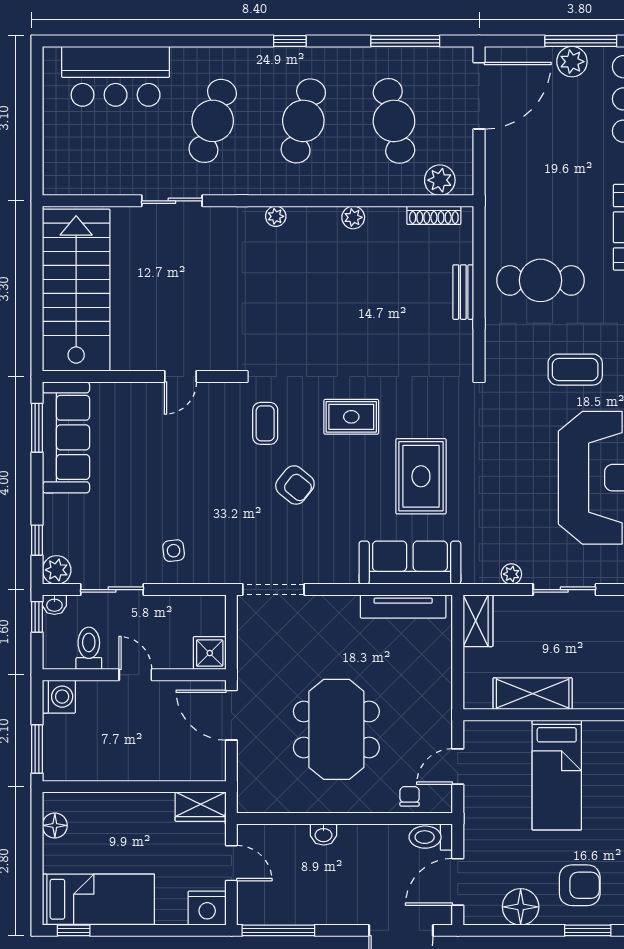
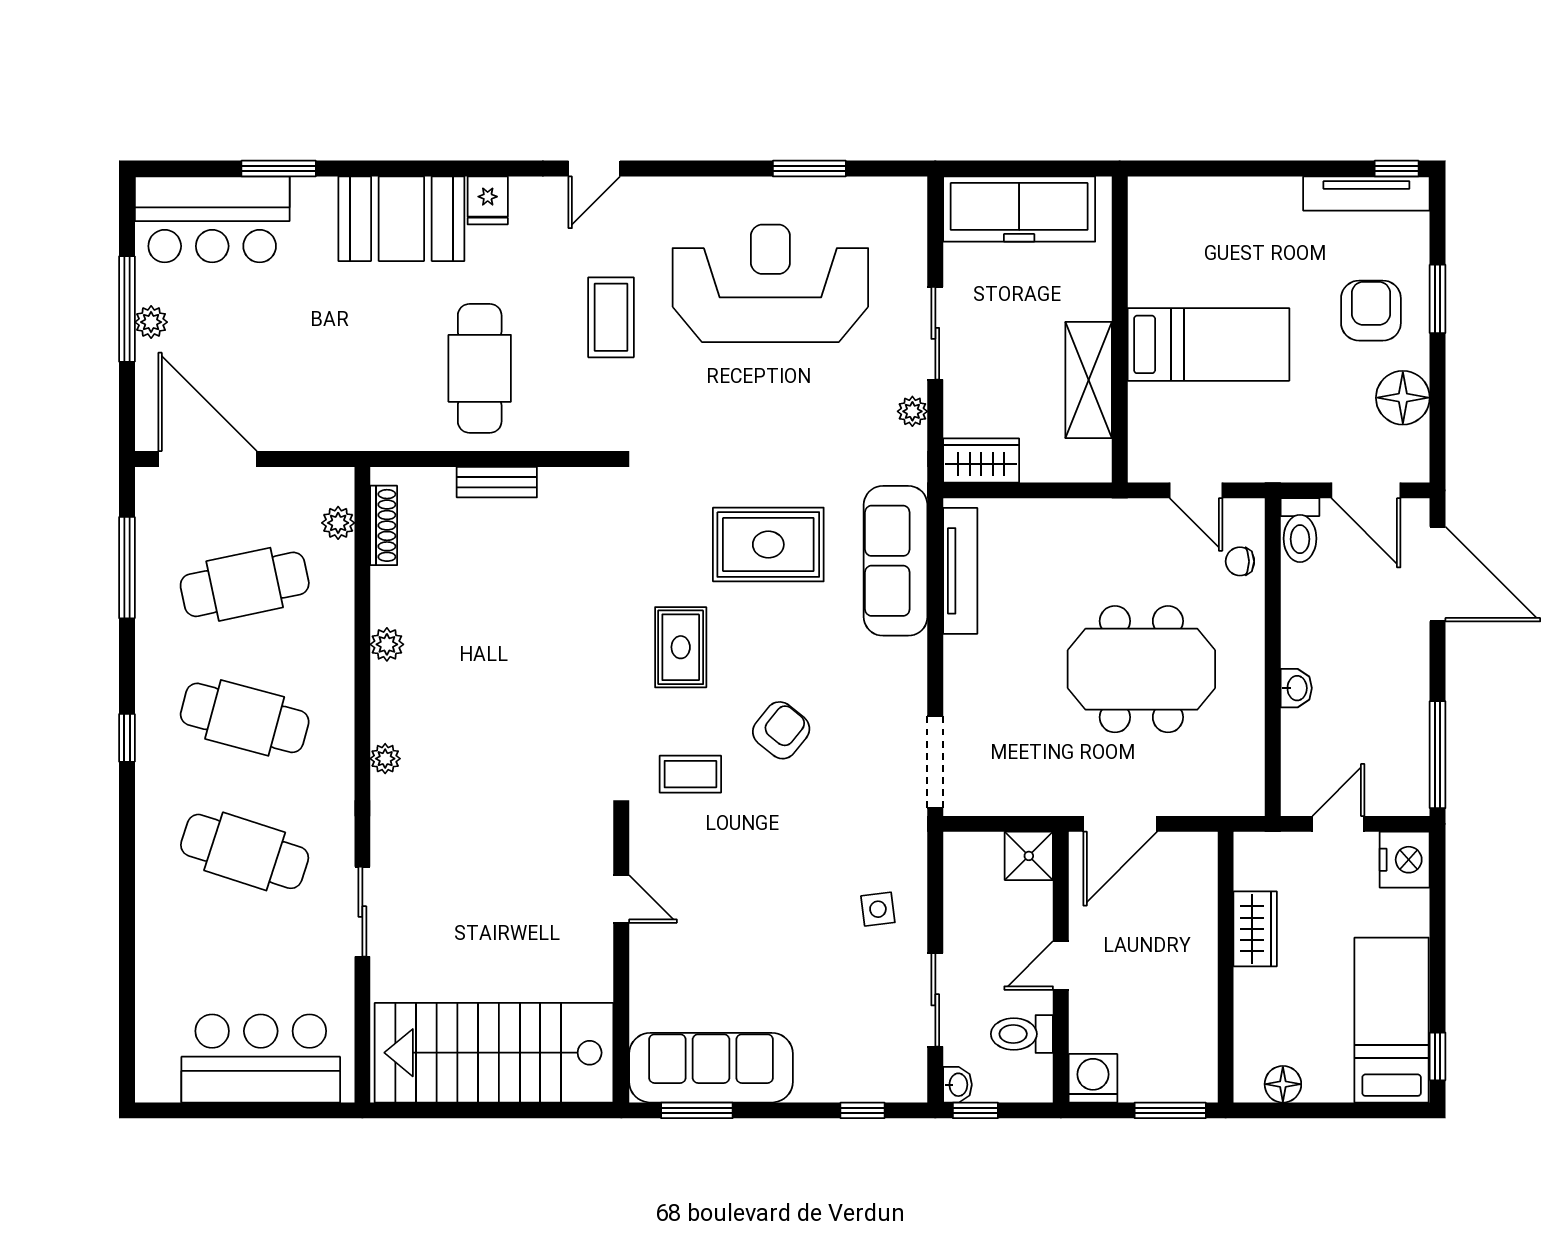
plant: (572, 62) -> (151, 322), width x0.73, depth x0.73
bar counter: (116, 76) -> (261, 1058), moved, turned -90
plant: (440, 180) -> (338, 523), width x0.73, depth x0.73
plant: (57, 570) -> (906, 1081), removed
wardrobe: (201, 807) -> (1255, 929), moved

